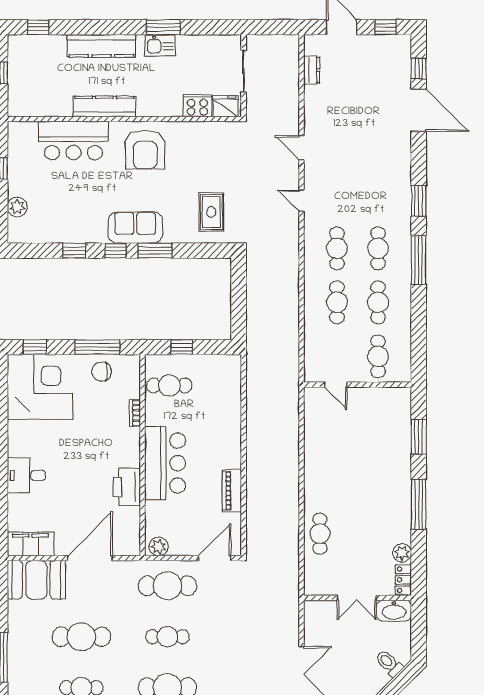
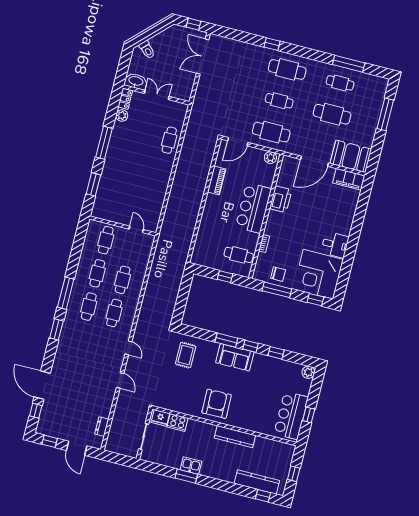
kitchen counter: (101, 46) -> (257, 482), moved
bar counter: (74, 141) -> (291, 415), moved, turned -90
plant: (17, 207) -> (308, 372), moved
desk: (26, 475) -> (335, 245), moved

